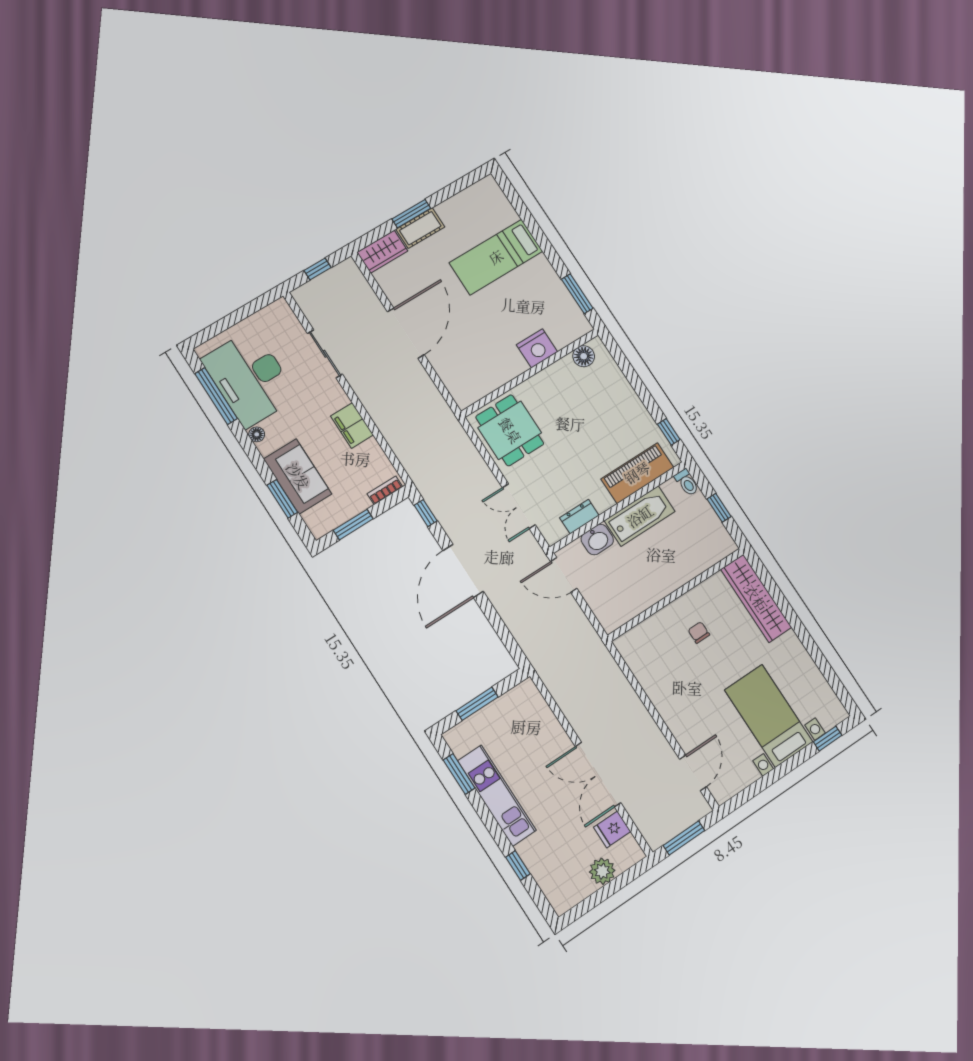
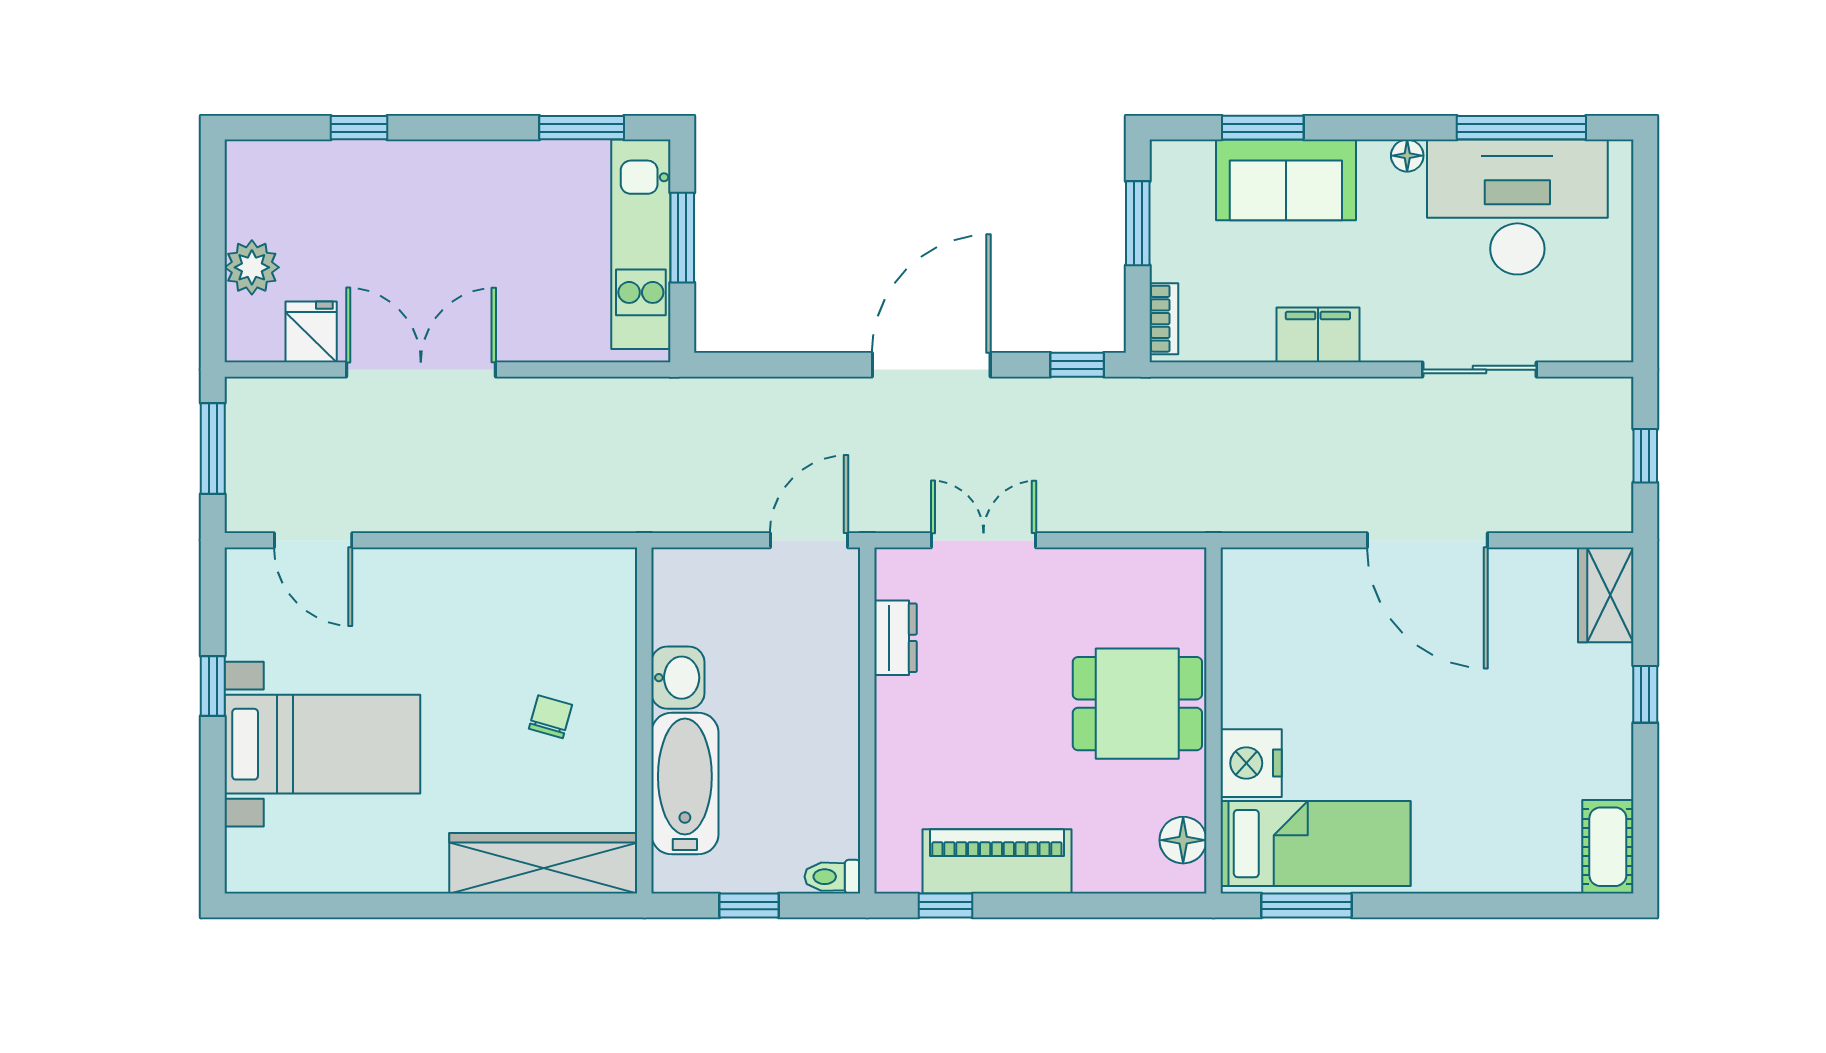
window: (411, 214) -> (1645, 694), width x0.67
cot: (420, 228) -> (1608, 847), moved
bed: (496, 257) -> (1316, 844), moved, turned 90
dining table: (510, 430) -> (1137, 704), moved
piano: (637, 473) -> (997, 861), moved, turned -90
bathtub: (640, 516) -> (685, 784), moved, turned 180
washbasin: (597, 540) -> (678, 678), moved, turned 180
door: (463, 571) -> (931, 365), hinge flipped
chair: (699, 632) -> (550, 717), turned -74
window: (828, 739) -> (213, 686), moved
kitchen unit: (497, 796) -> (641, 244), moved, turned 90

